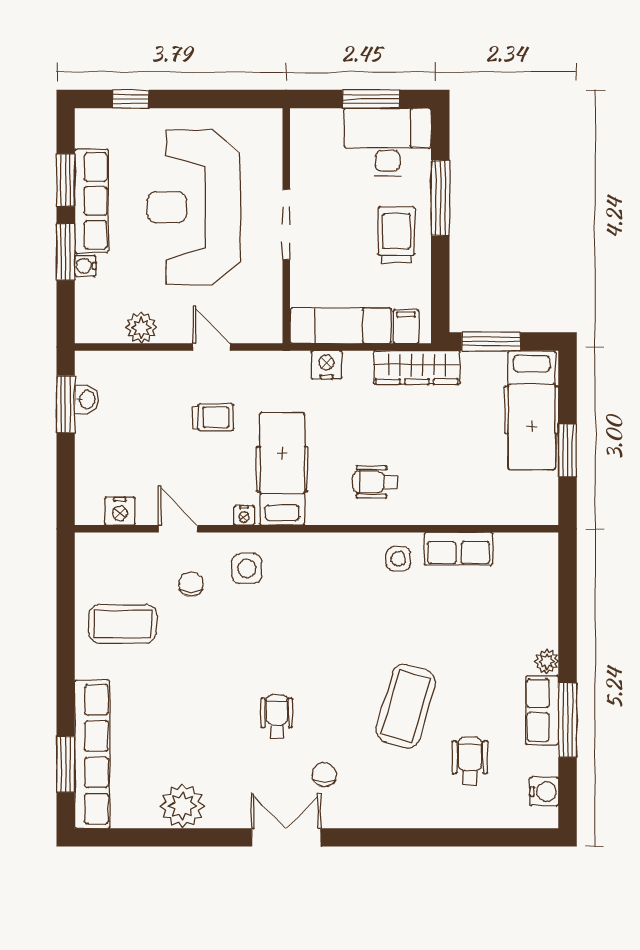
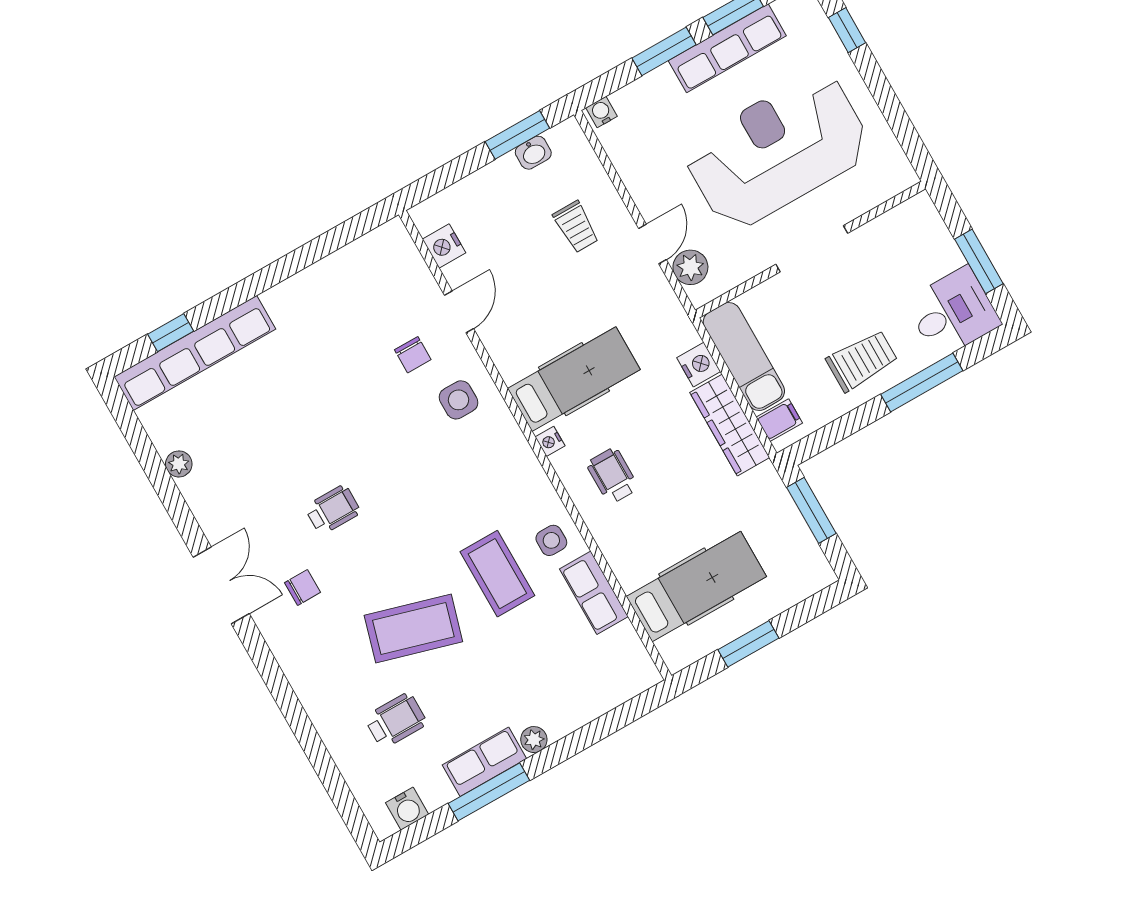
desk: (388, 142) -> (953, 313), width x0.73
water cooler: (85, 266) -> (602, 112), moved
plant: (141, 328) -> (690, 267), moved
wardrobe: (417, 367) -> (730, 425), moved
hospital bed: (532, 410) -> (696, 587), moved, turned 180
trolley: (213, 417) -> (576, 227), moved
nightstand: (244, 515) -> (550, 441), moved
chair: (191, 584) -> (413, 355), turned 90
coffee table: (123, 624) -> (497, 574), moved
window: (66, 764) -> (171, 333), width x0.67
plant: (182, 806) -> (179, 464), width x0.53, depth x0.53

